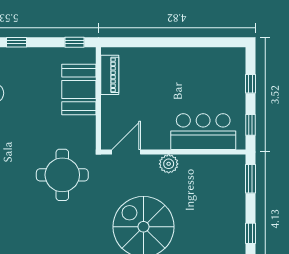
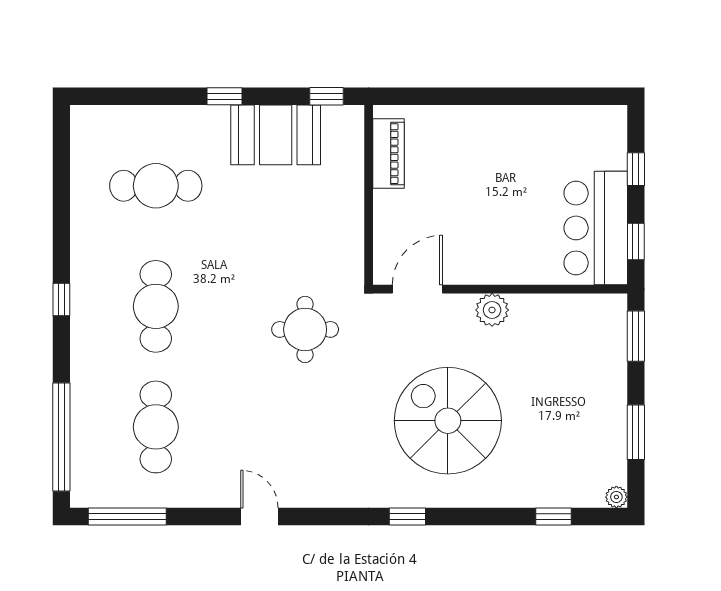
booth: (79, 89) -> (276, 135), moved, turned 90
bar counter: (203, 132) -> (596, 228), moved, turned -90
round table: (62, 175) -> (305, 329), width x0.73, depth x0.73
window: (250, 233) -> (636, 432), width x1.50

